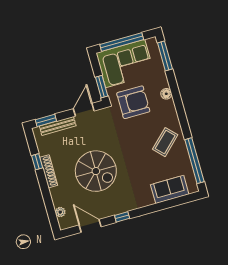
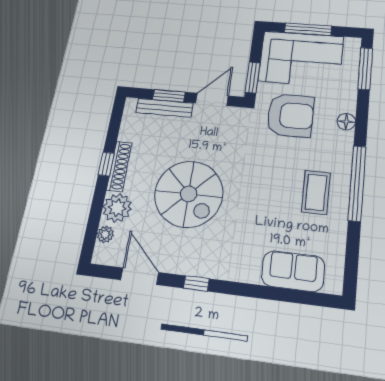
window: (122, 42) -> (308, 29), width x0.68
window: (46, 120) -> (169, 96), moved
coffee table: (165, 142) -> (316, 192), turned -46
window: (194, 161) -> (357, 183), moved
window: (37, 162) -> (106, 164), moved
plant: (59, 195) -> (117, 208), added

